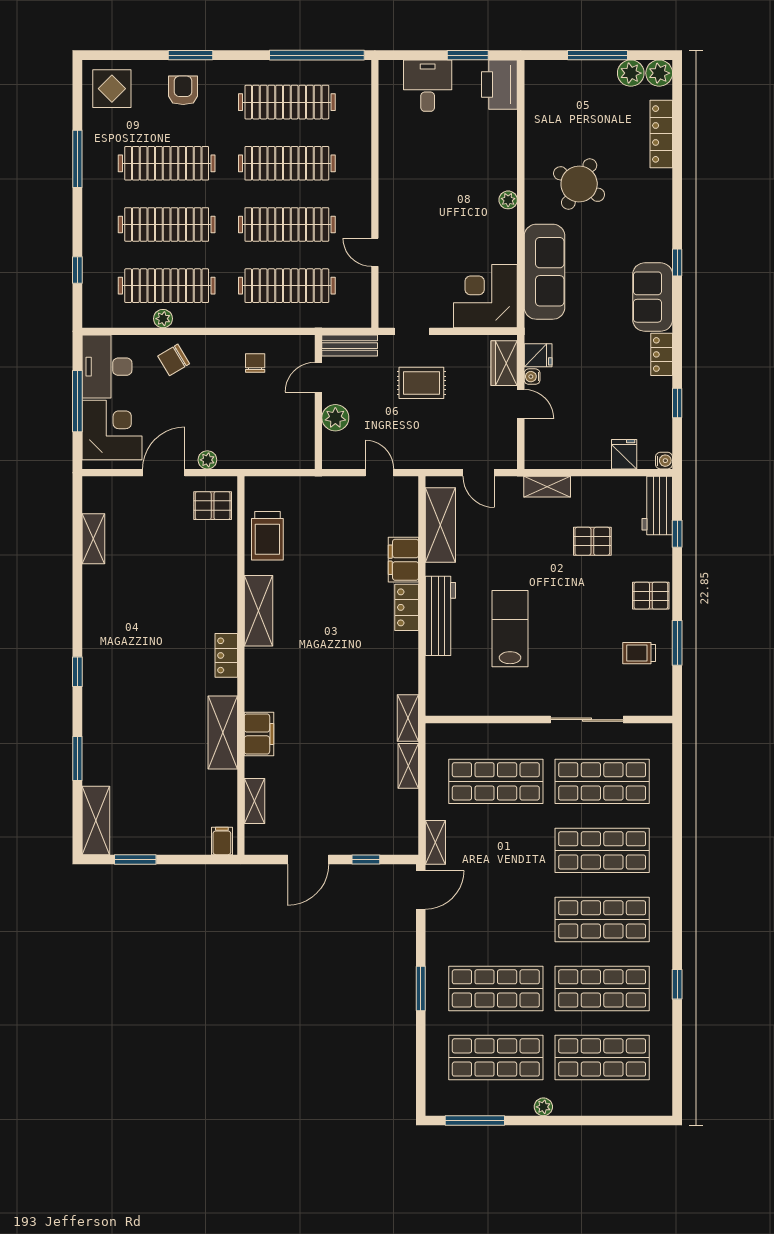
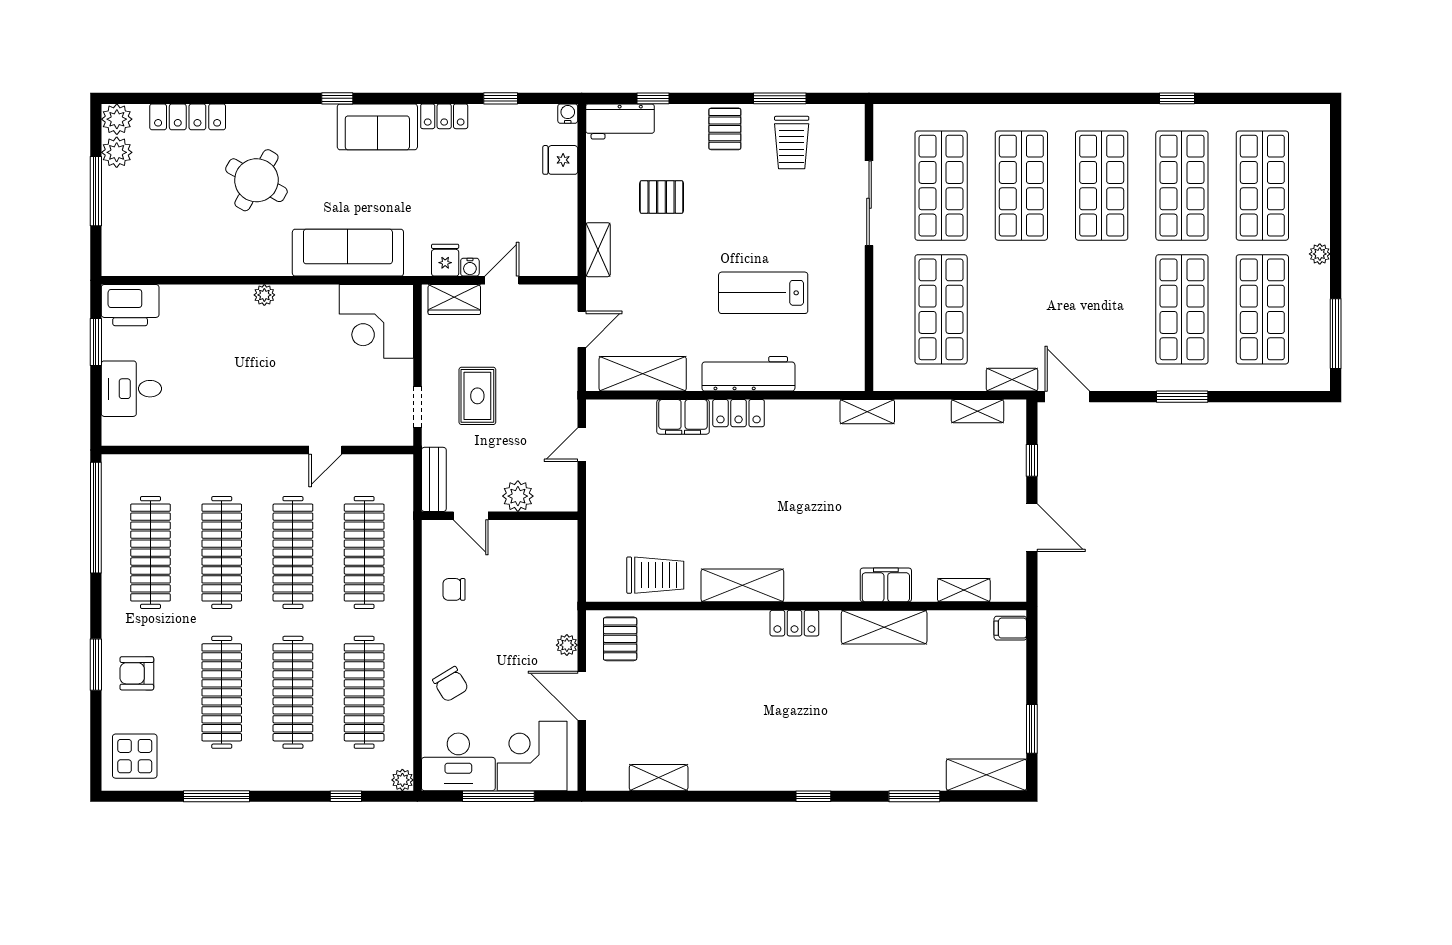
round table: (579, 184) -> (256, 180), moved
plant: (163, 319) -> (402, 780), moved
pallet: (592, 541) -> (662, 197), turned 90
trolley: (639, 653) -> (792, 143), width x1.36, depth x1.39
shelving: (408, 766) -> (978, 411), moved

